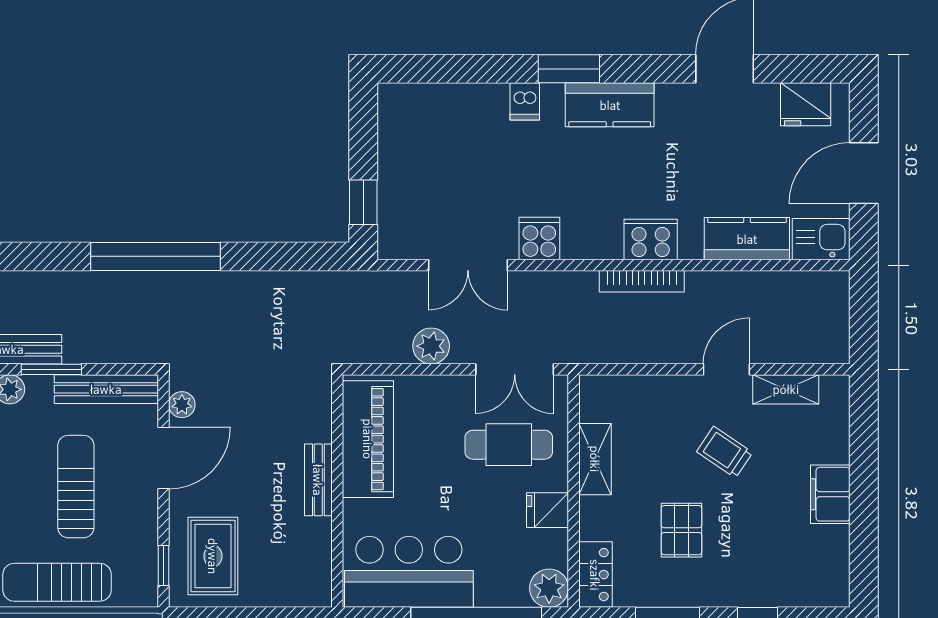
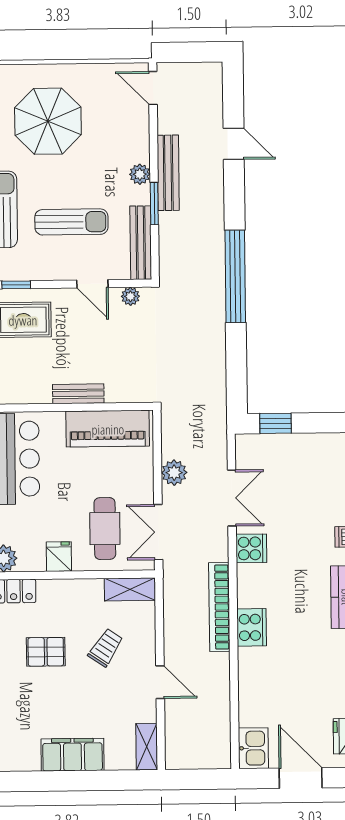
kitchen counter: (747, 239) -> (253, 696), removed
double door: (468, 265) -> (232, 498), swing flipped
bookcase: (642, 281) -> (219, 607), width x1.48, depth x1.31
shelving: (786, 389) -> (147, 747), moved
trolley: (725, 452) -> (106, 648), moved
door: (164, 458) -> (92, 284), width x0.73
shelving: (595, 459) -> (130, 589), moved
filing cabinet: (830, 494) -> (72, 755), width x1.50, depth x1.17

